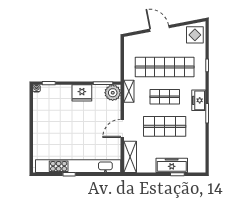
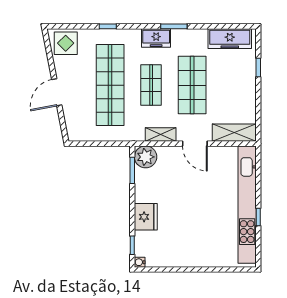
shelving: (129, 91) -> (161, 135), moved
fridge: (82, 93) -> (146, 217), moved
freezer: (172, 165) -> (230, 39), moved, turned -90

